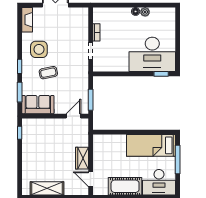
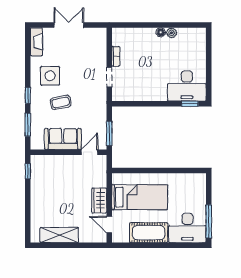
desk: (152, 54) -> (187, 86), width x0.73, depth x0.77
sofa: (38, 105) -> (63, 139), moved
bed: (151, 145) -> (140, 197), moved, turned 180
window: (178, 160) -> (209, 221), moved

